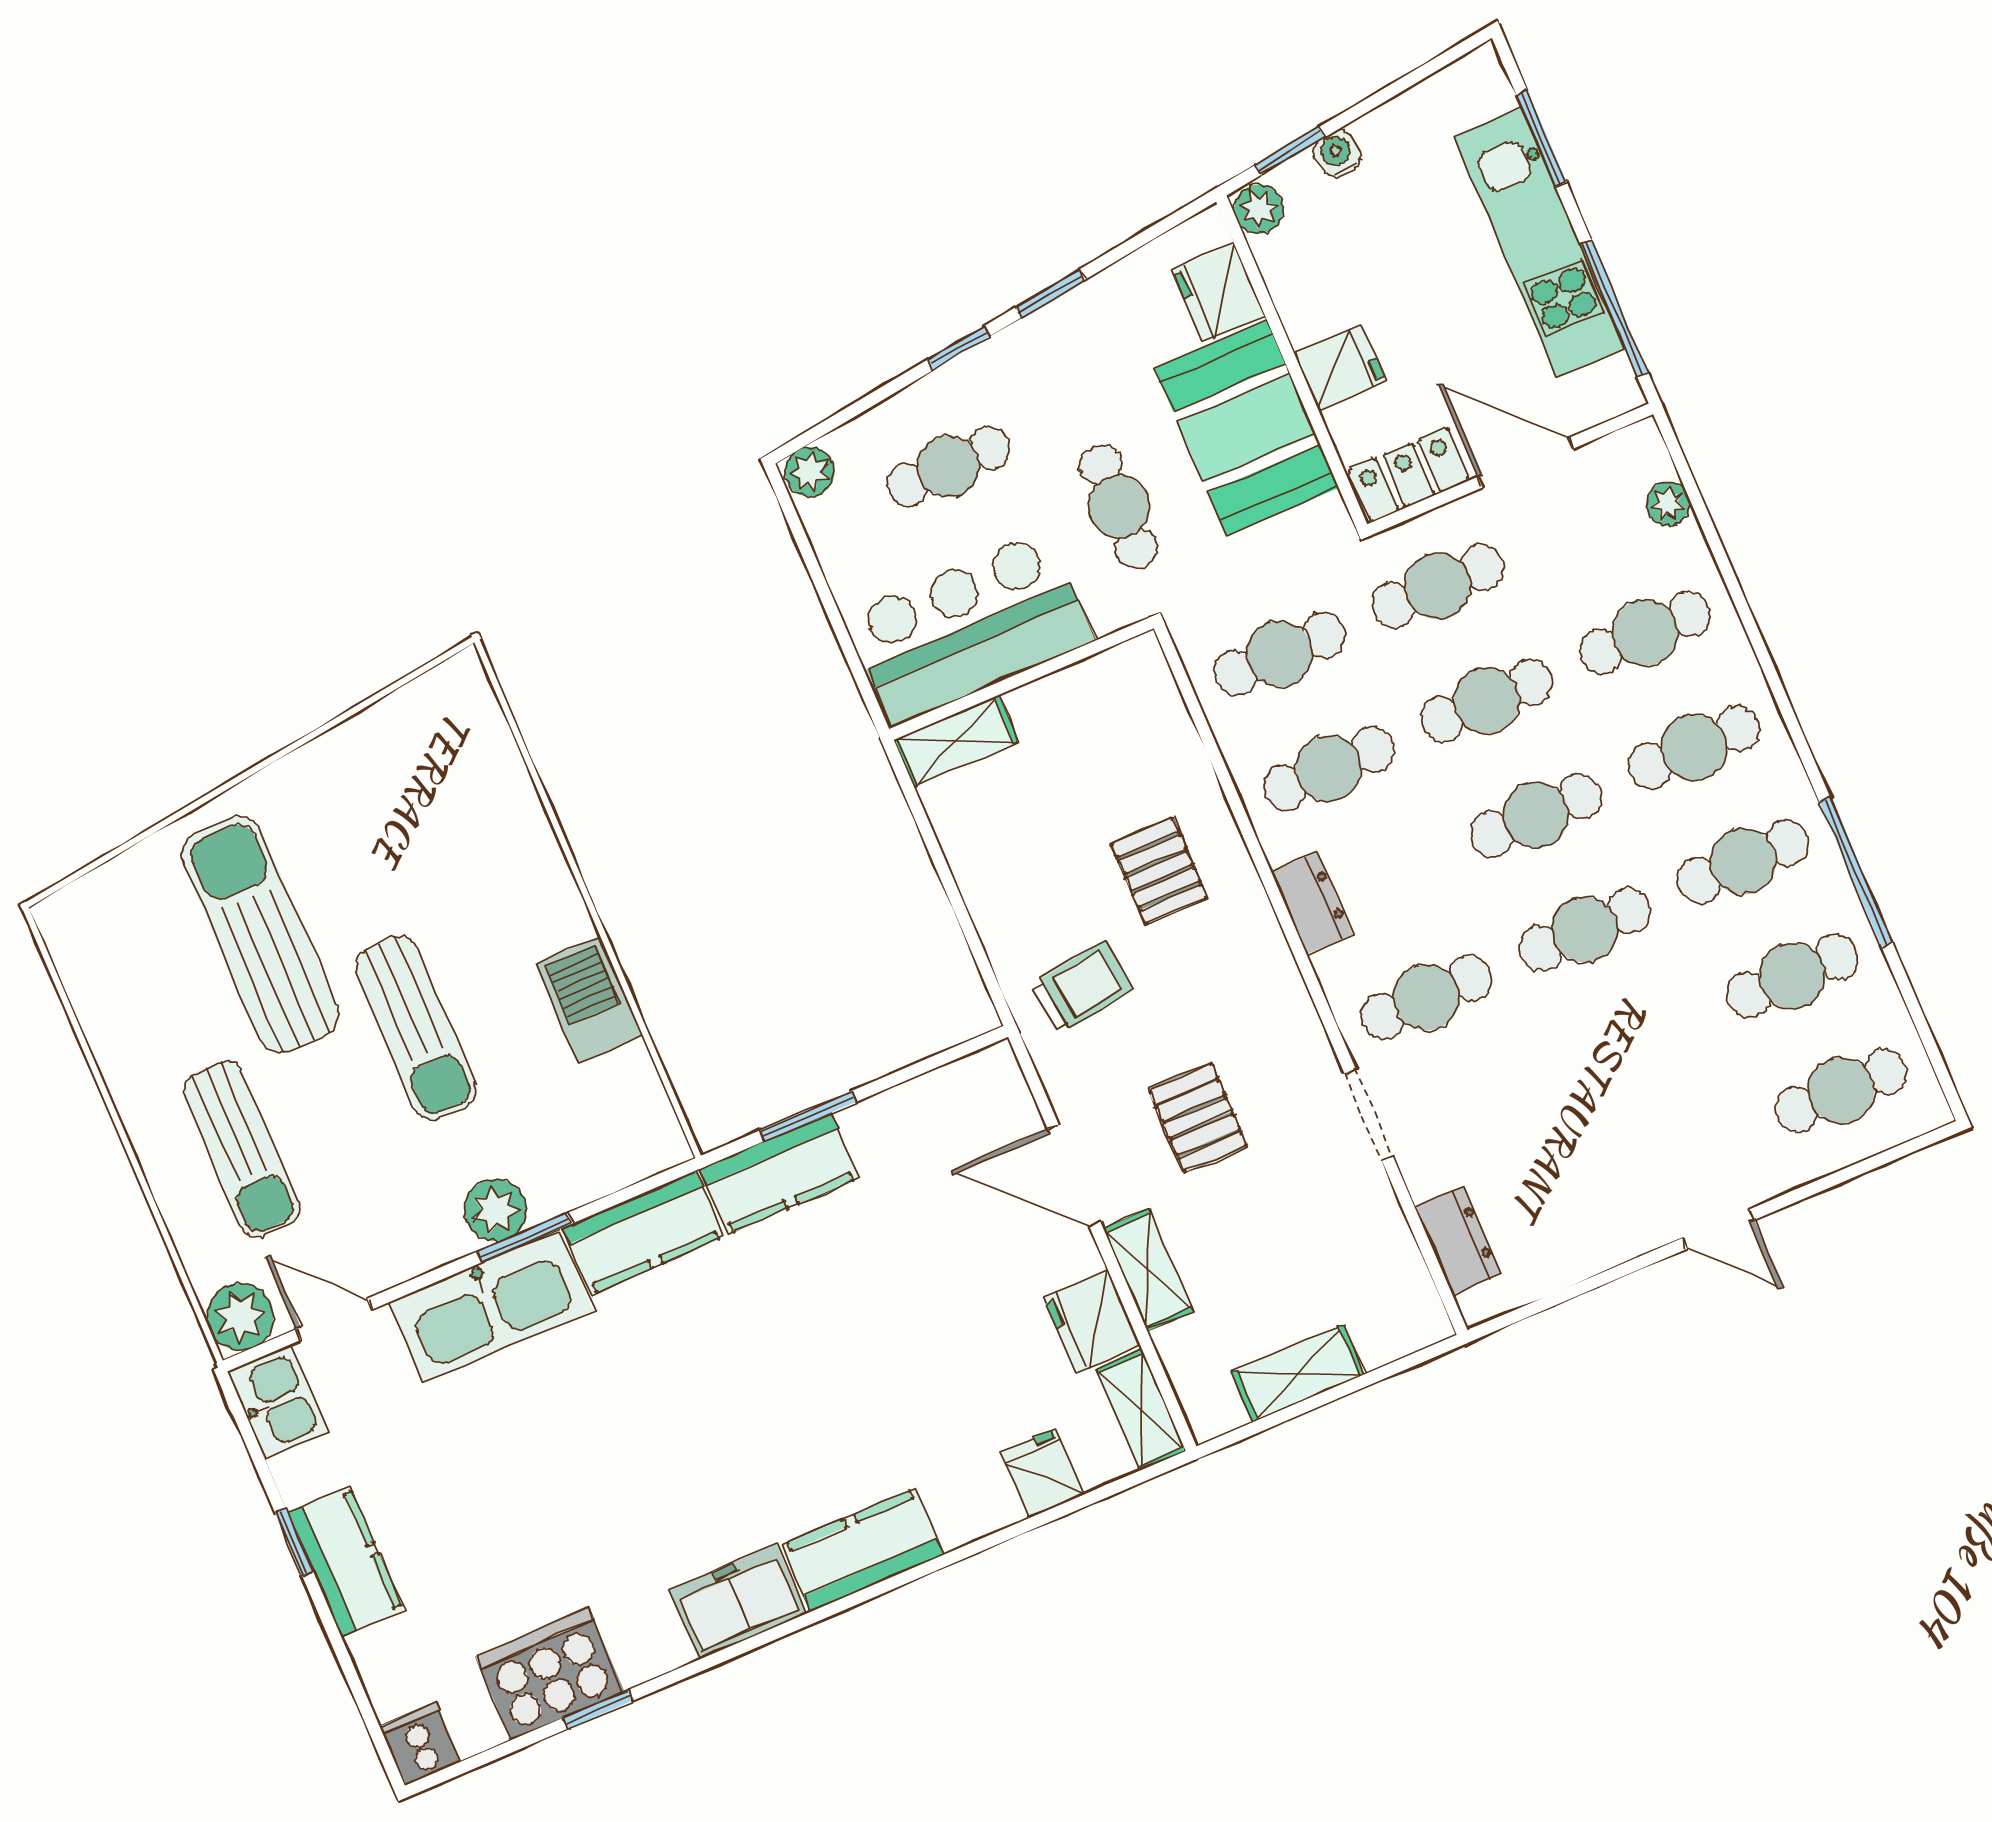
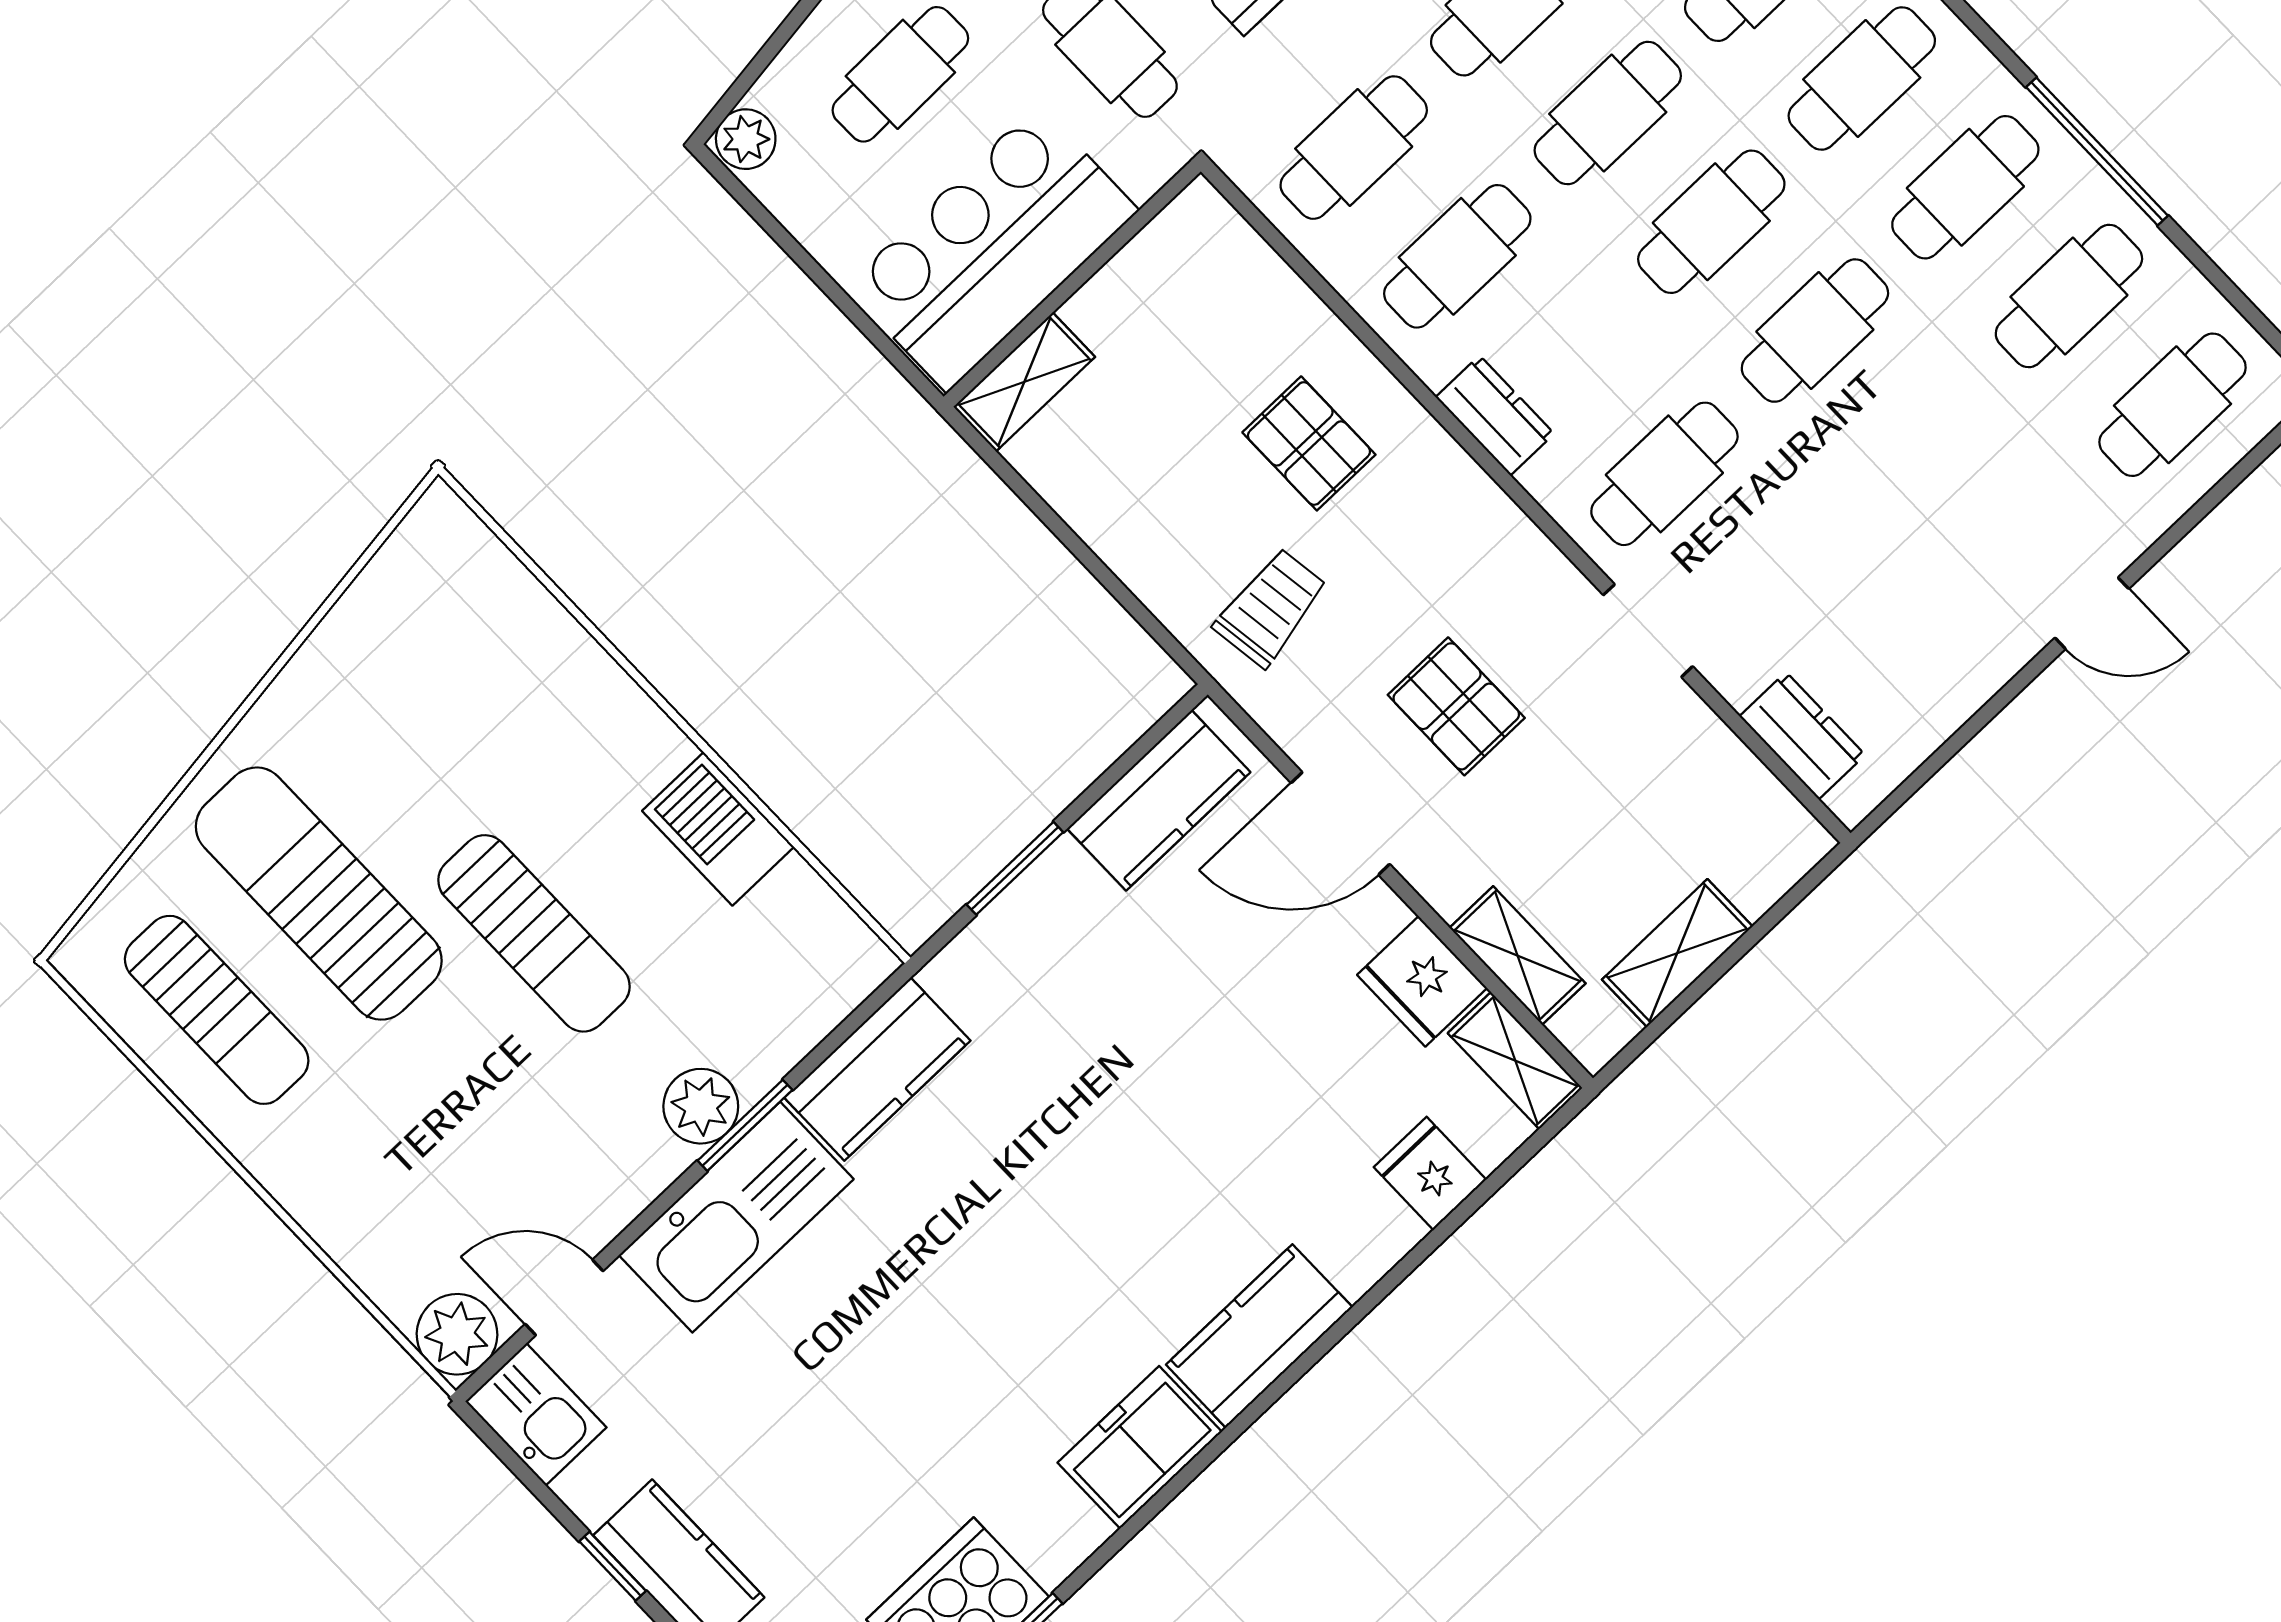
sun lounger: (242, 1149) -> (217, 1010), moved
kitchen counter: (779, 1173) -> (1159, 800), moved
shelving: (1148, 1270) -> (1518, 956), moved

